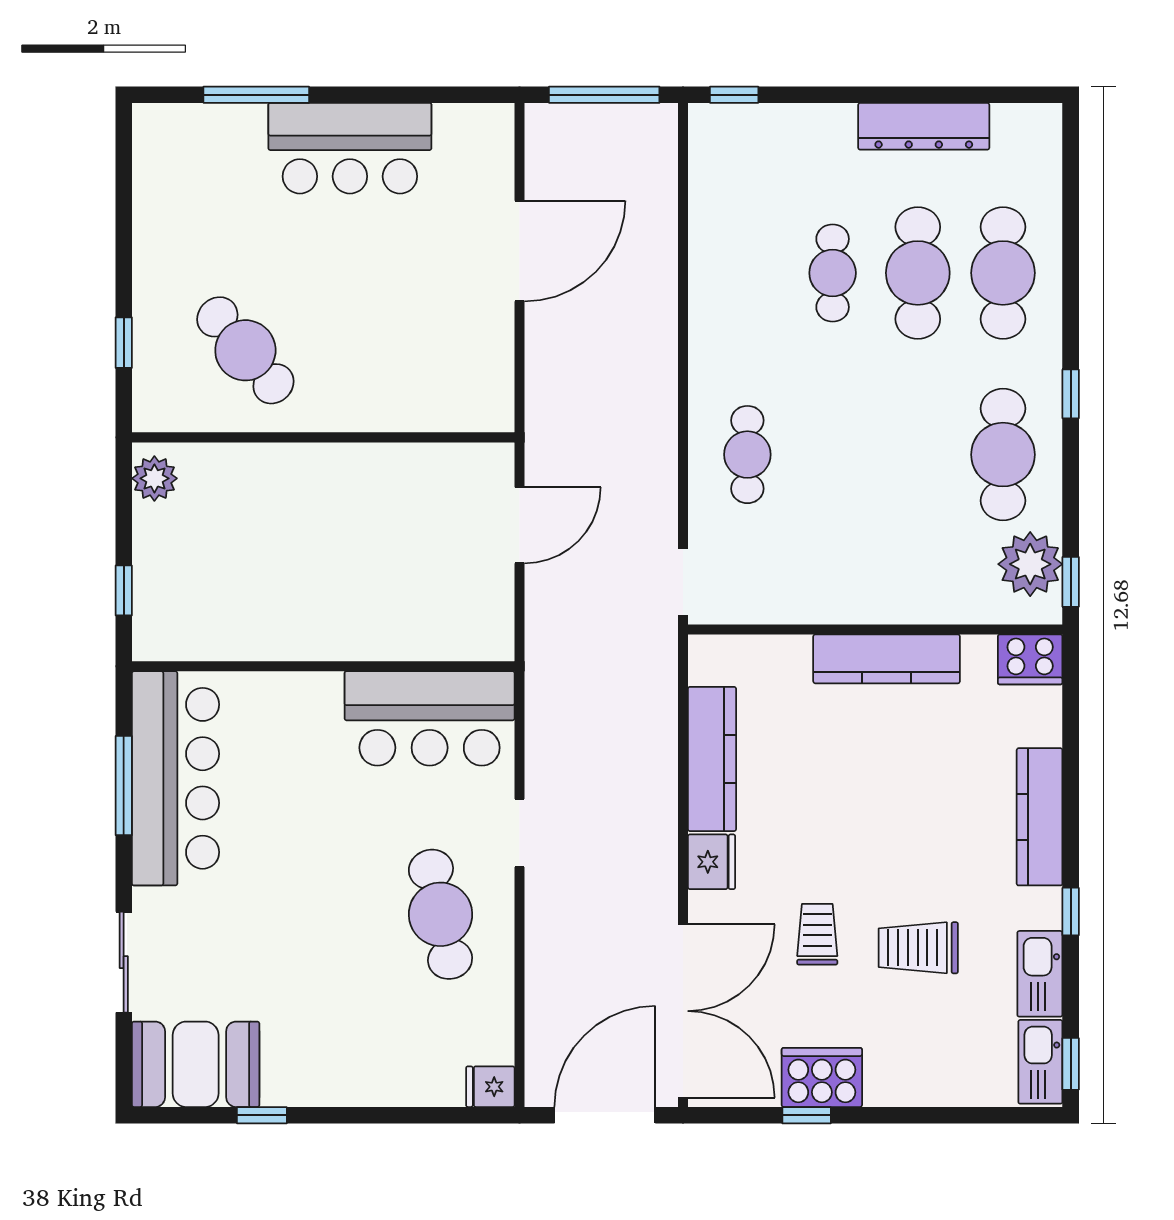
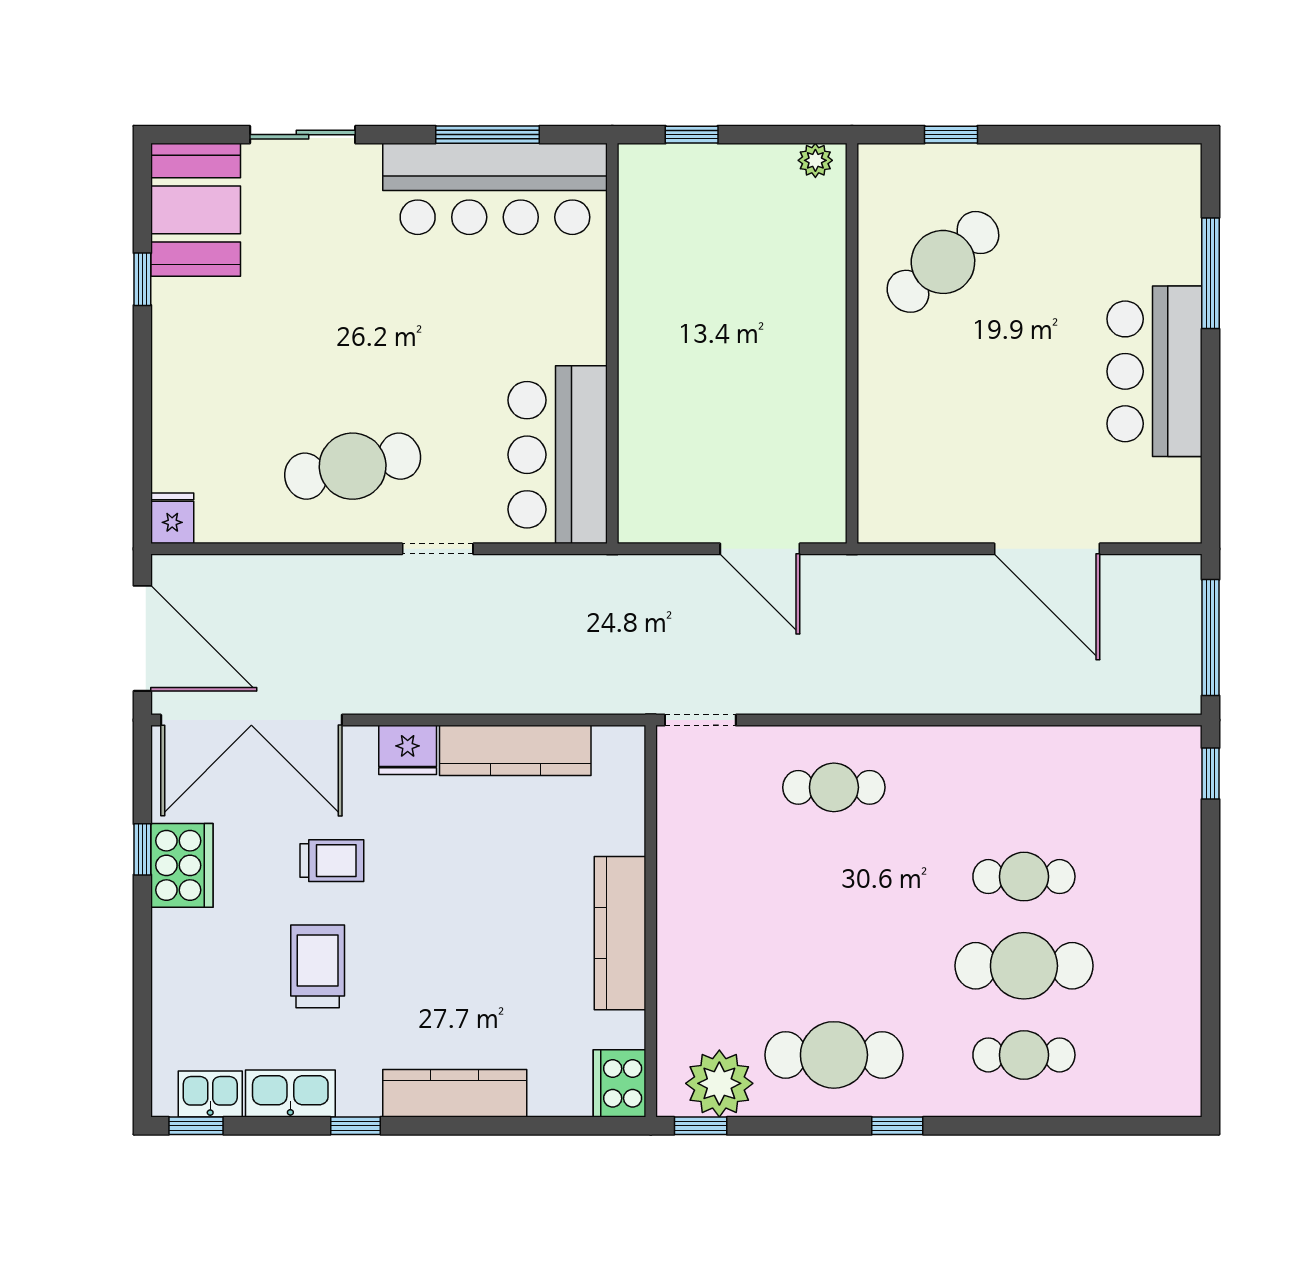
dresser: (924, 126) -> (1177, 972), removed
cafe table: (1003, 273) -> (1024, 1055), width x0.73, depth x0.74
plant: (154, 478) -> (815, 160), width x0.73, depth x0.73
kitchen sink: (1040, 1062) -> (210, 1094), width x0.73

